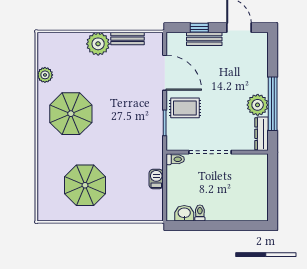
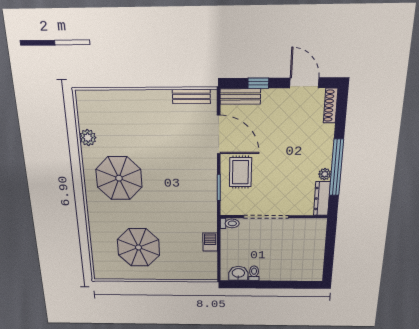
bench: (127, 39) -> (191, 96), moved
bench: (204, 39) -> (240, 96), moved
plant: (98, 44) -> (144, 103), removed
shoe rack: (263, 47) -> (331, 106), added
plant: (258, 105) -> (325, 174), width x0.53, depth x0.53
rug: (185, 108) -> (240, 172), turned 90

